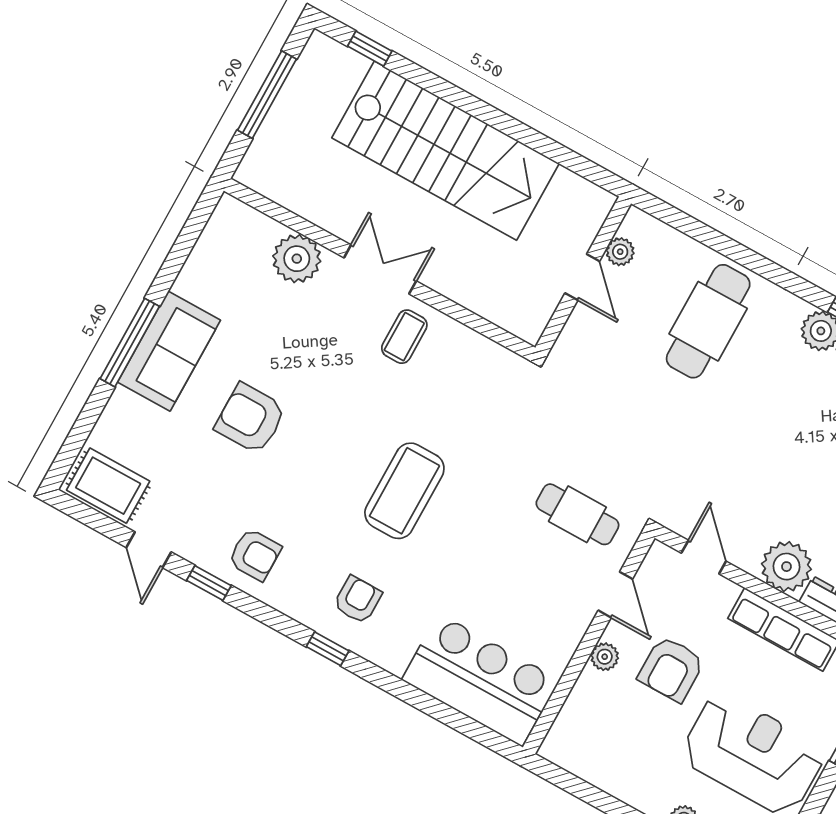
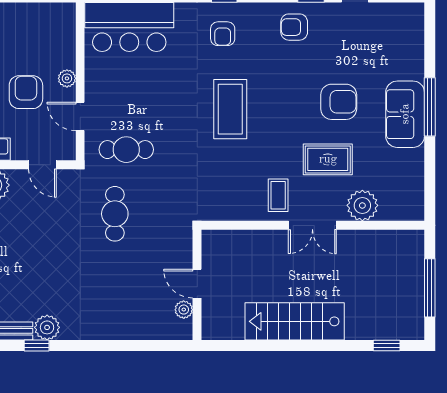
stairs: (445, 151) -> (295, 321), width x0.73, depth x0.66
cafe table: (708, 321) -> (115, 214), moved, width x0.73, depth x0.74
rug: (108, 486) -> (328, 159), moved

